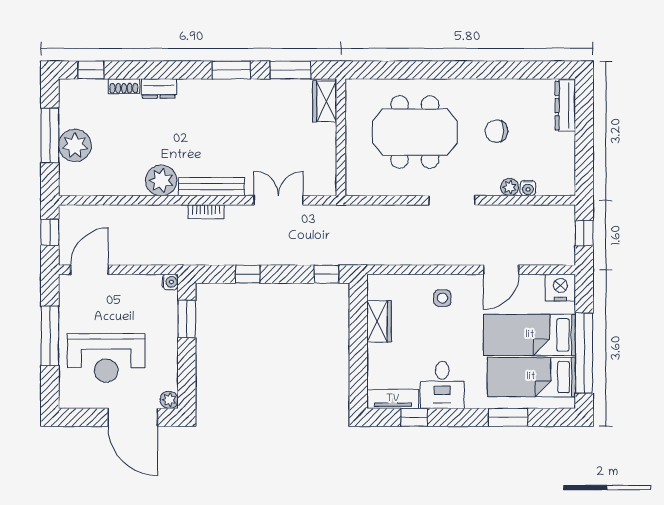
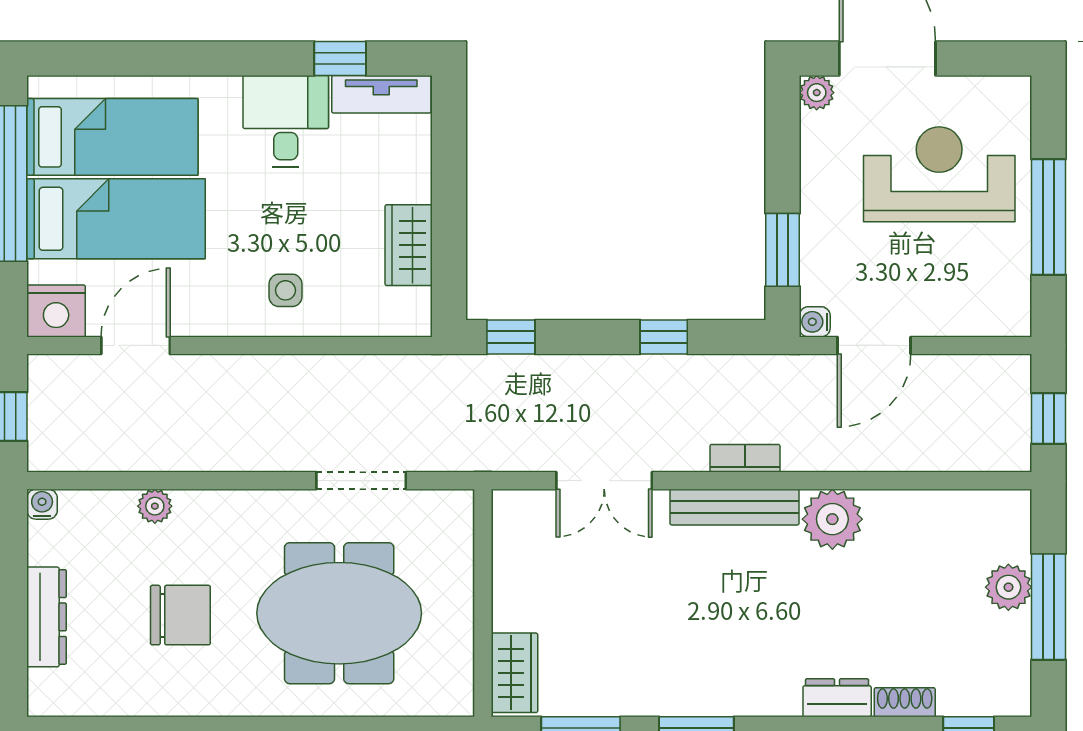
dresser: (565, 106) -> (46, 617), moved
chair: (496, 131) -> (180, 615), width x1.37, depth x1.37
plant: (75, 145) -> (1008, 587), width x0.73, depth x0.73
water cooler: (528, 188) -> (42, 504), moved
doorway: (452, 200) -> (361, 481), moved
door: (90, 270) -> (874, 345), moved
door: (501, 270) -> (136, 345), moved
window: (508, 417) -> (158, 58), removed

